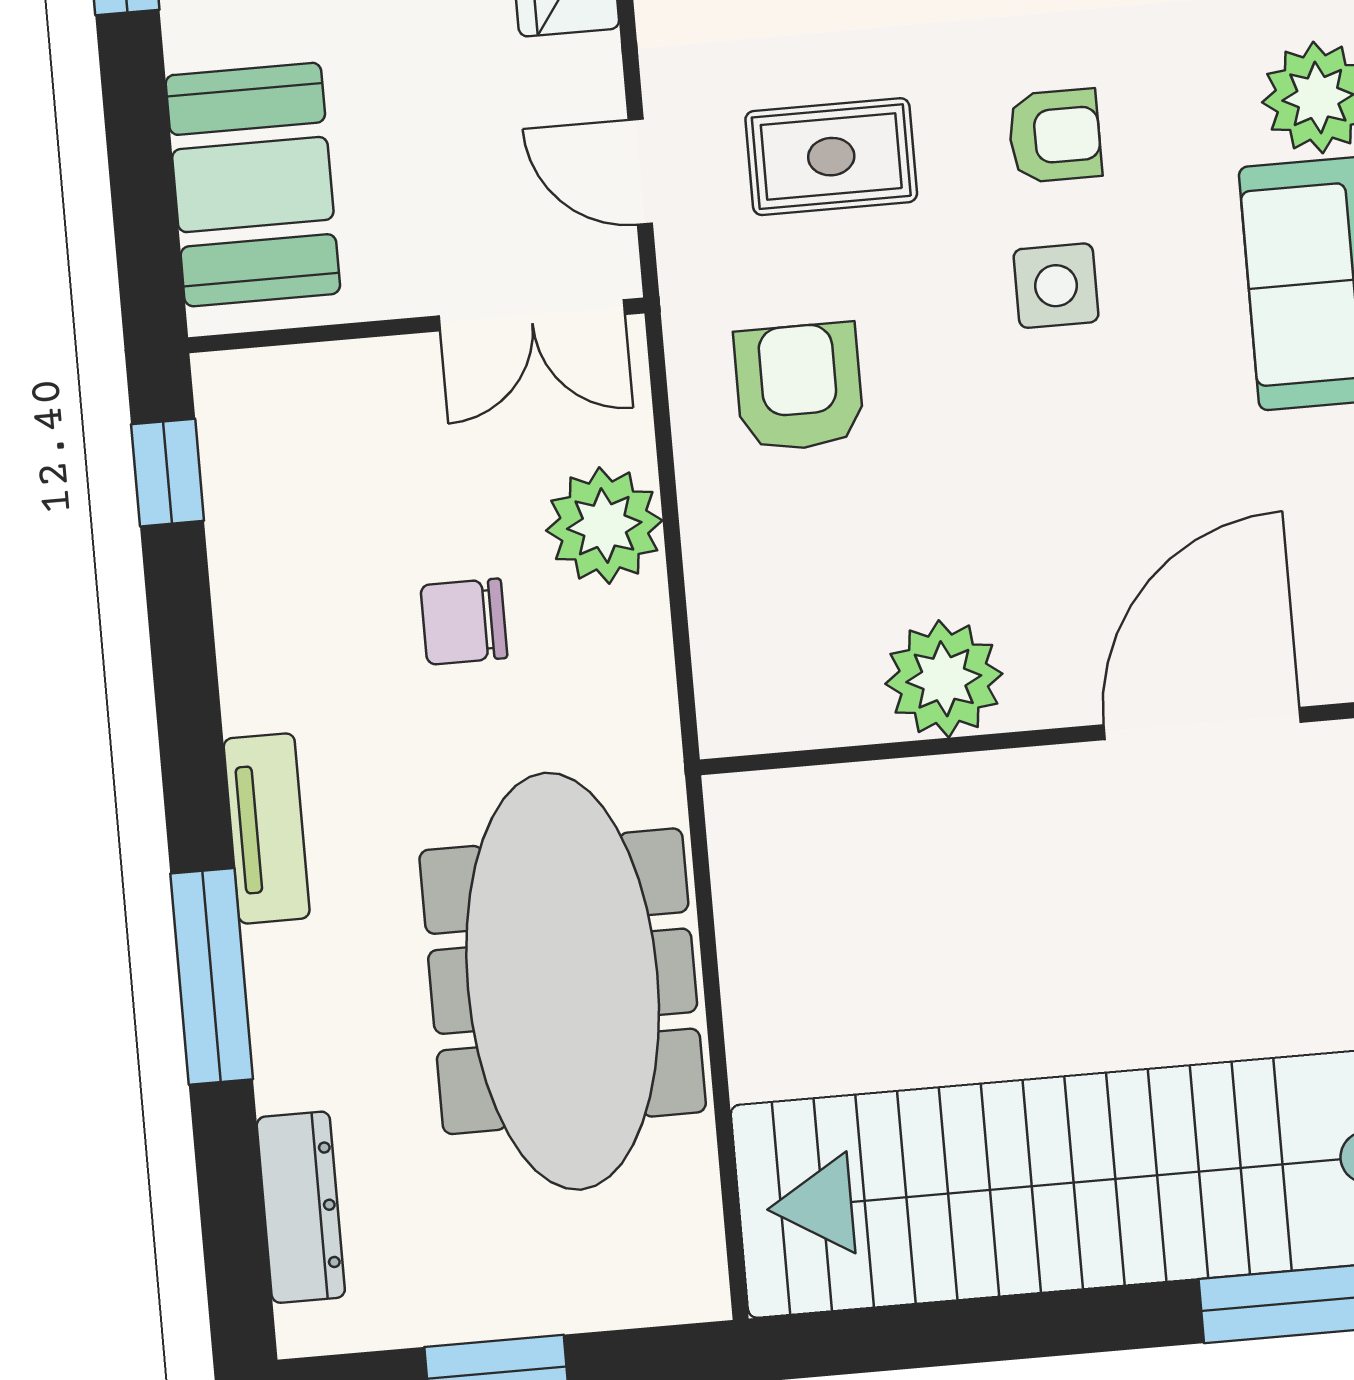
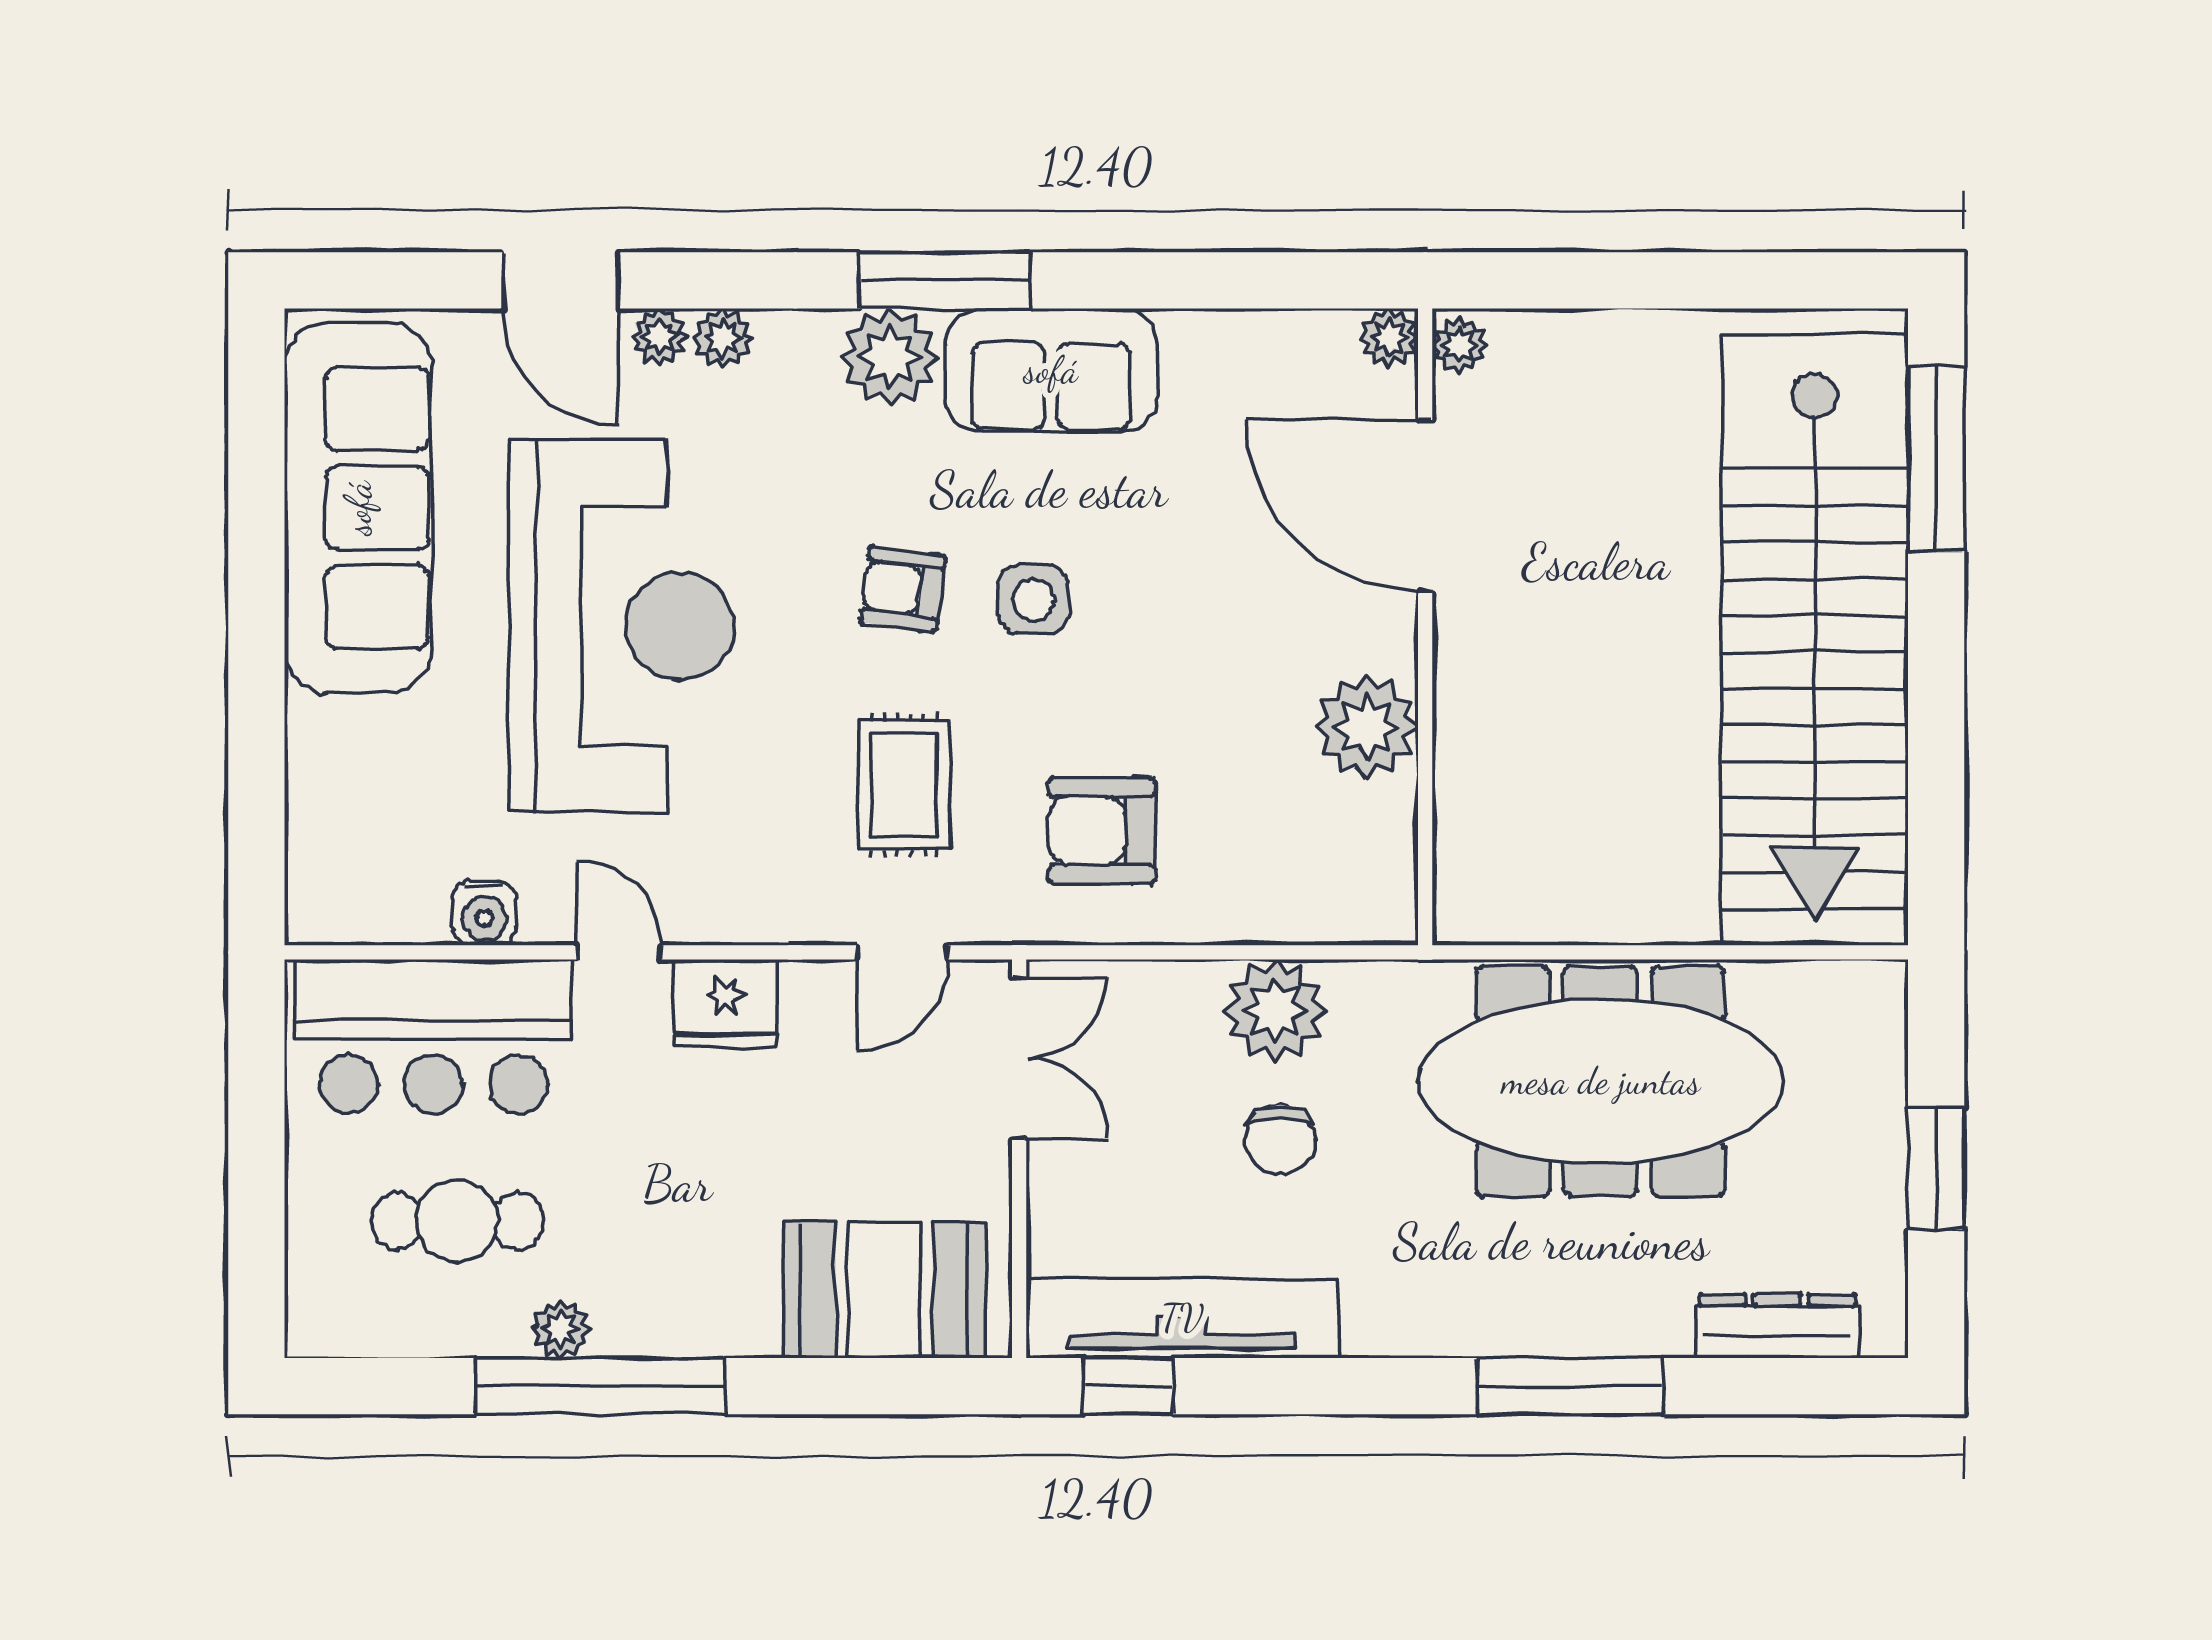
armchair: (1055, 136) -> (903, 589), turned -82
plant: (604, 526) -> (1275, 1011), moved
tv unit: (267, 828) -> (1182, 1318), moved, width x1.92, depth x1.29

